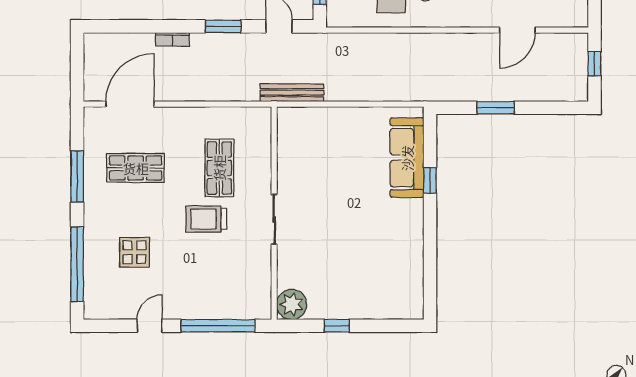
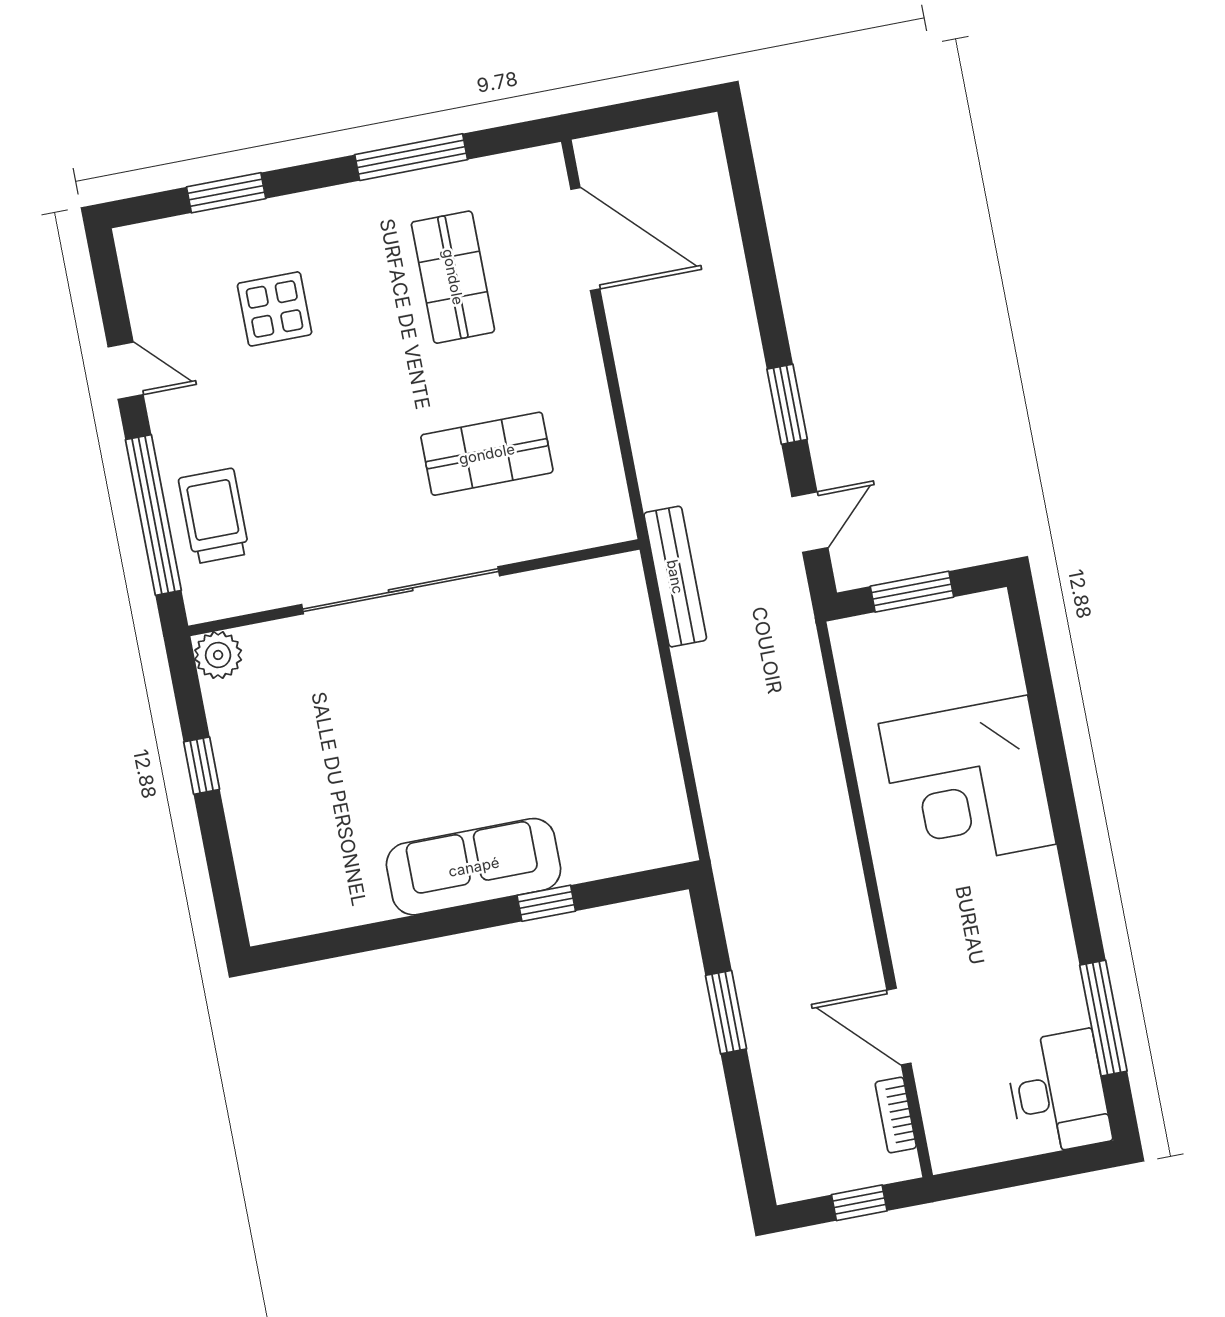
bookcase: (172, 39) -> (896, 1115), moved
sofa: (407, 158) -> (474, 867), moved
trolley: (206, 219) -> (214, 516), moved
sliding door: (274, 219) -> (401, 590), width x1.86
window: (77, 264) -> (226, 193), width x0.47
plant: (292, 304) -> (218, 655), width x0.73, depth x0.73

